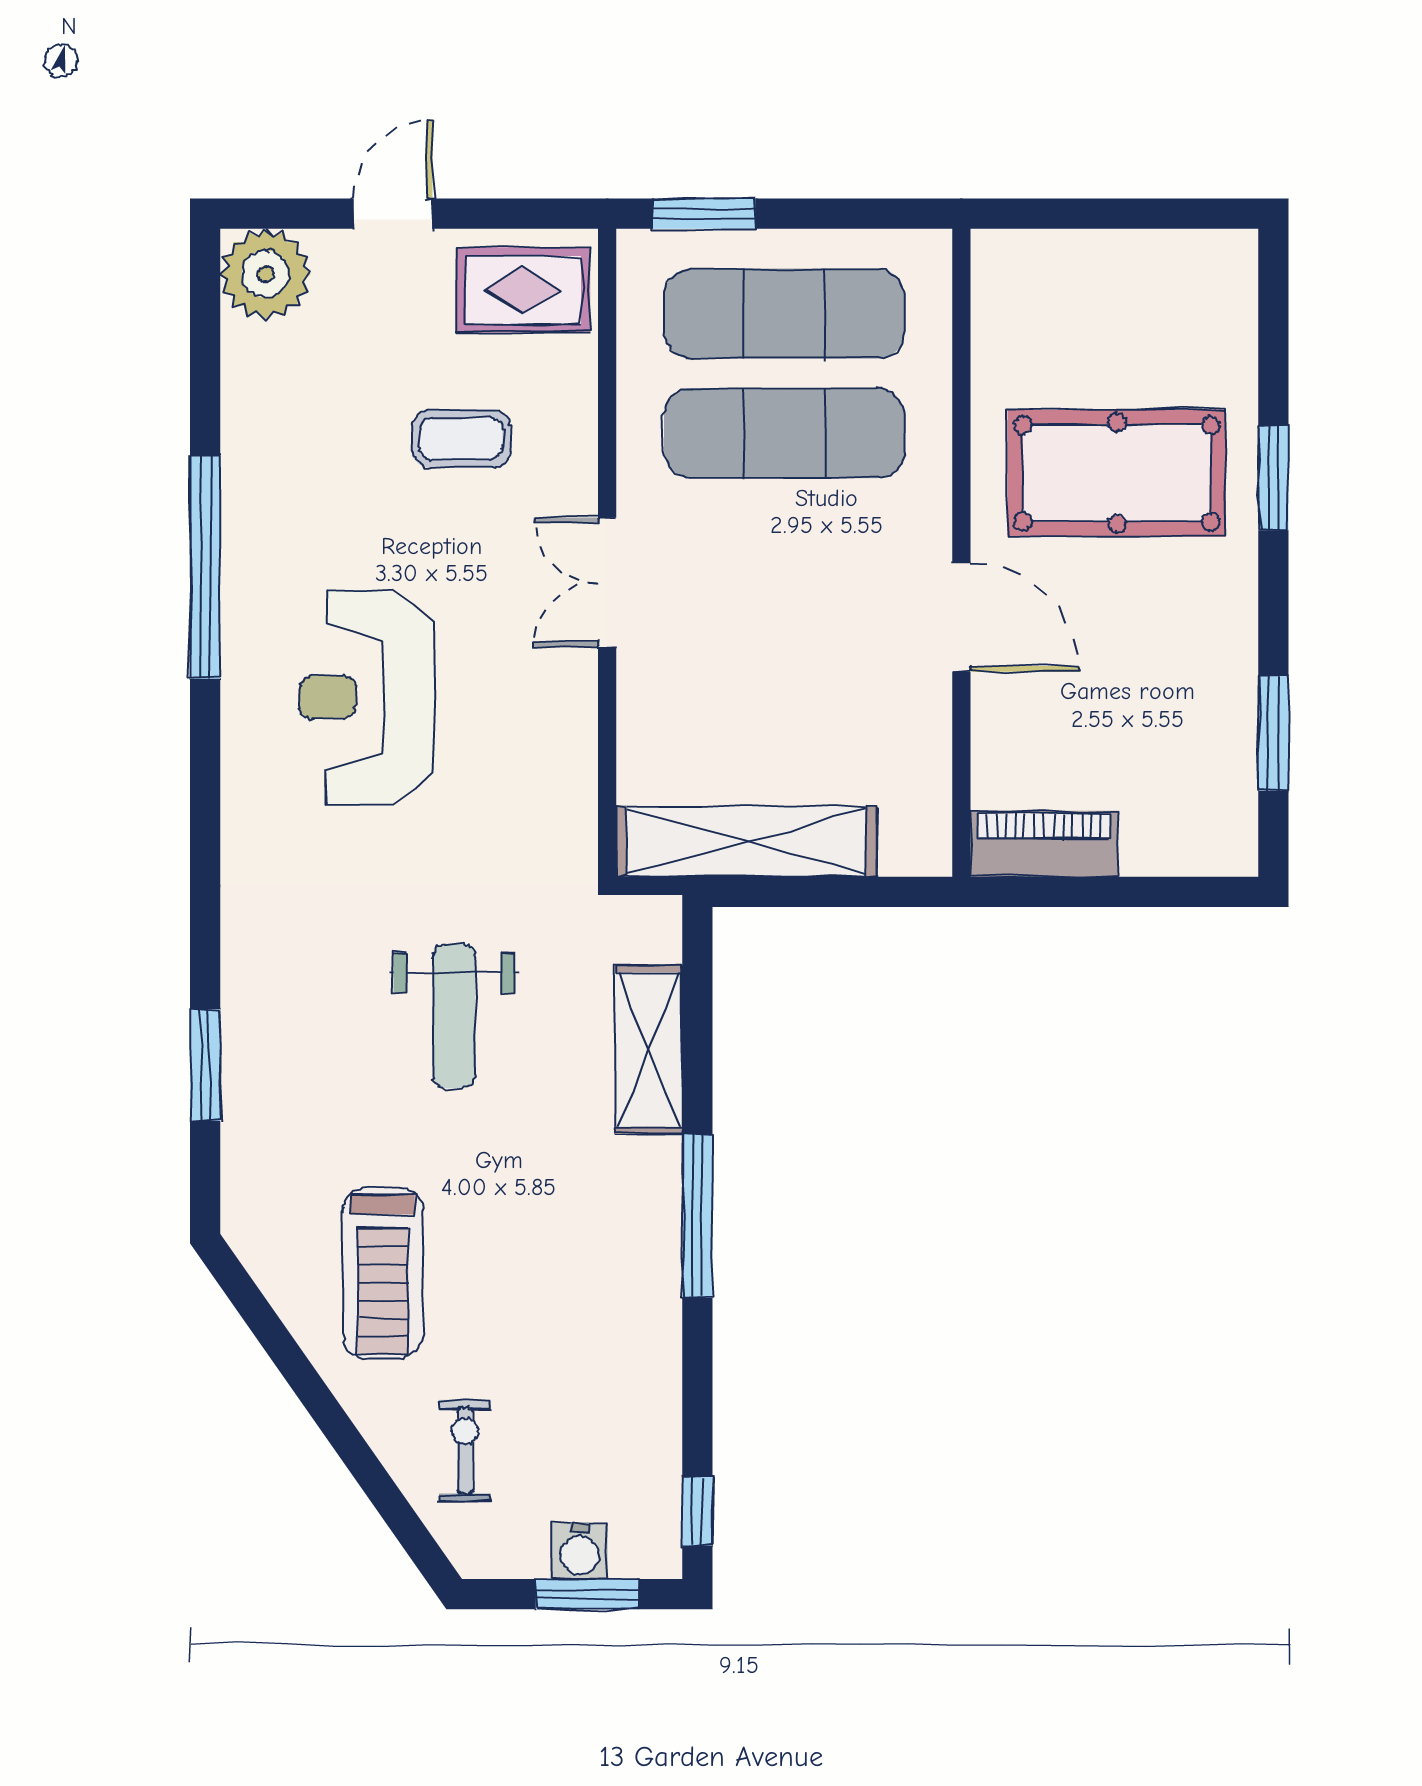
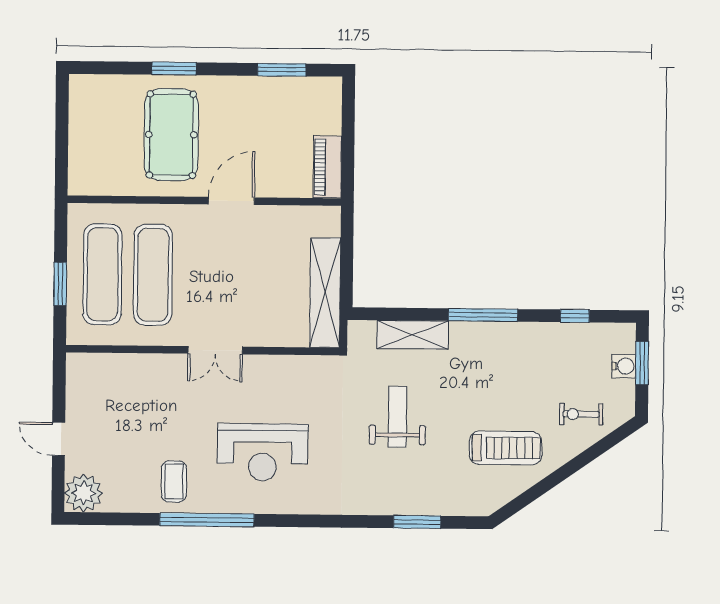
window: (704, 214) -> (60, 284), moved
rug: (523, 290) -> (91, 384), removed
coffee table: (461, 439) -> (174, 481), moved
weight bench: (454, 1016) -> (397, 417), turned -90
window: (697, 1511) -> (575, 316), moved

